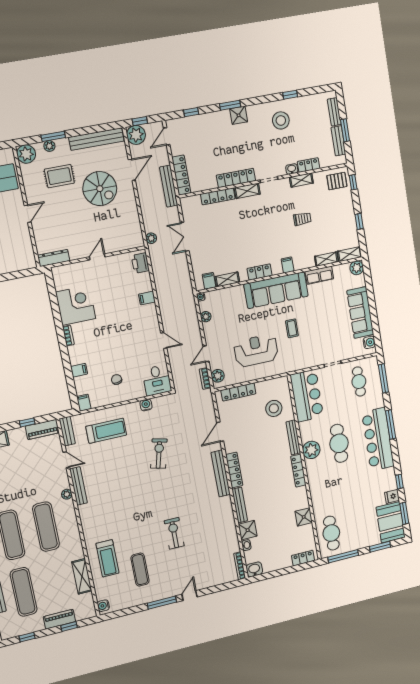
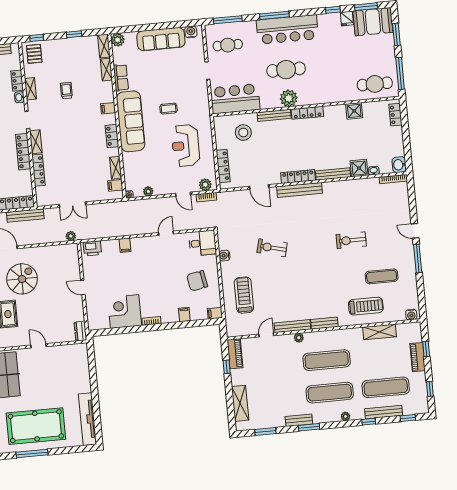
dresser: (54, 258) -> (80, 331), width x0.70
chair: (117, 379) -> (197, 281), width x1.87, depth x1.87
bench: (67, 431) -> (324, 323), moved

